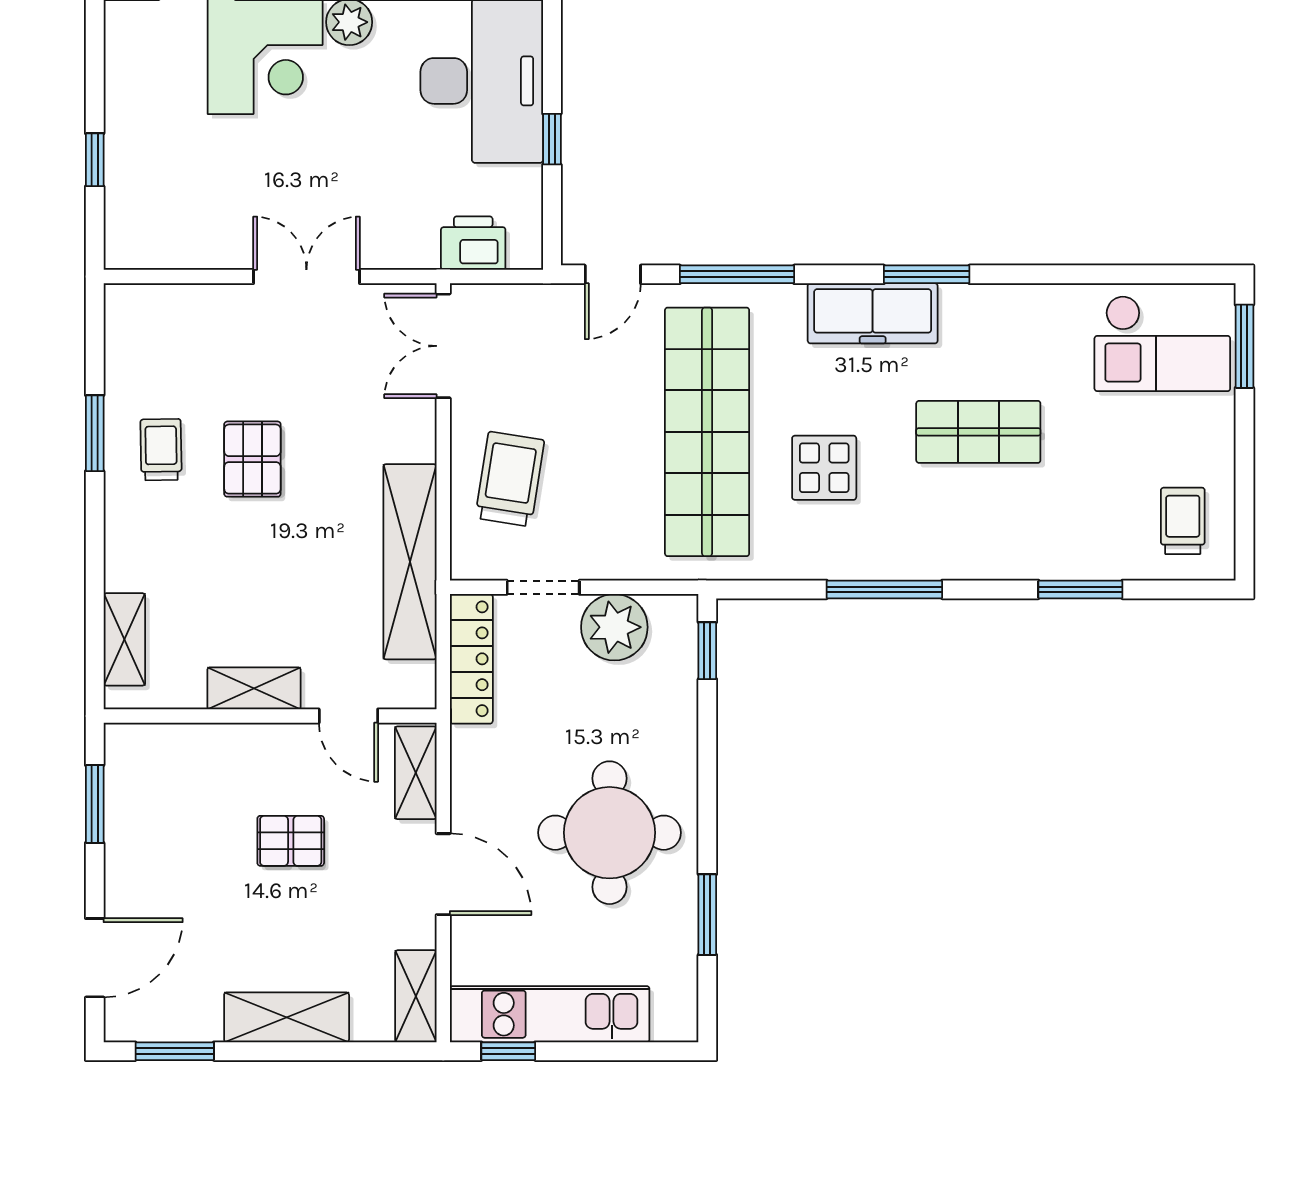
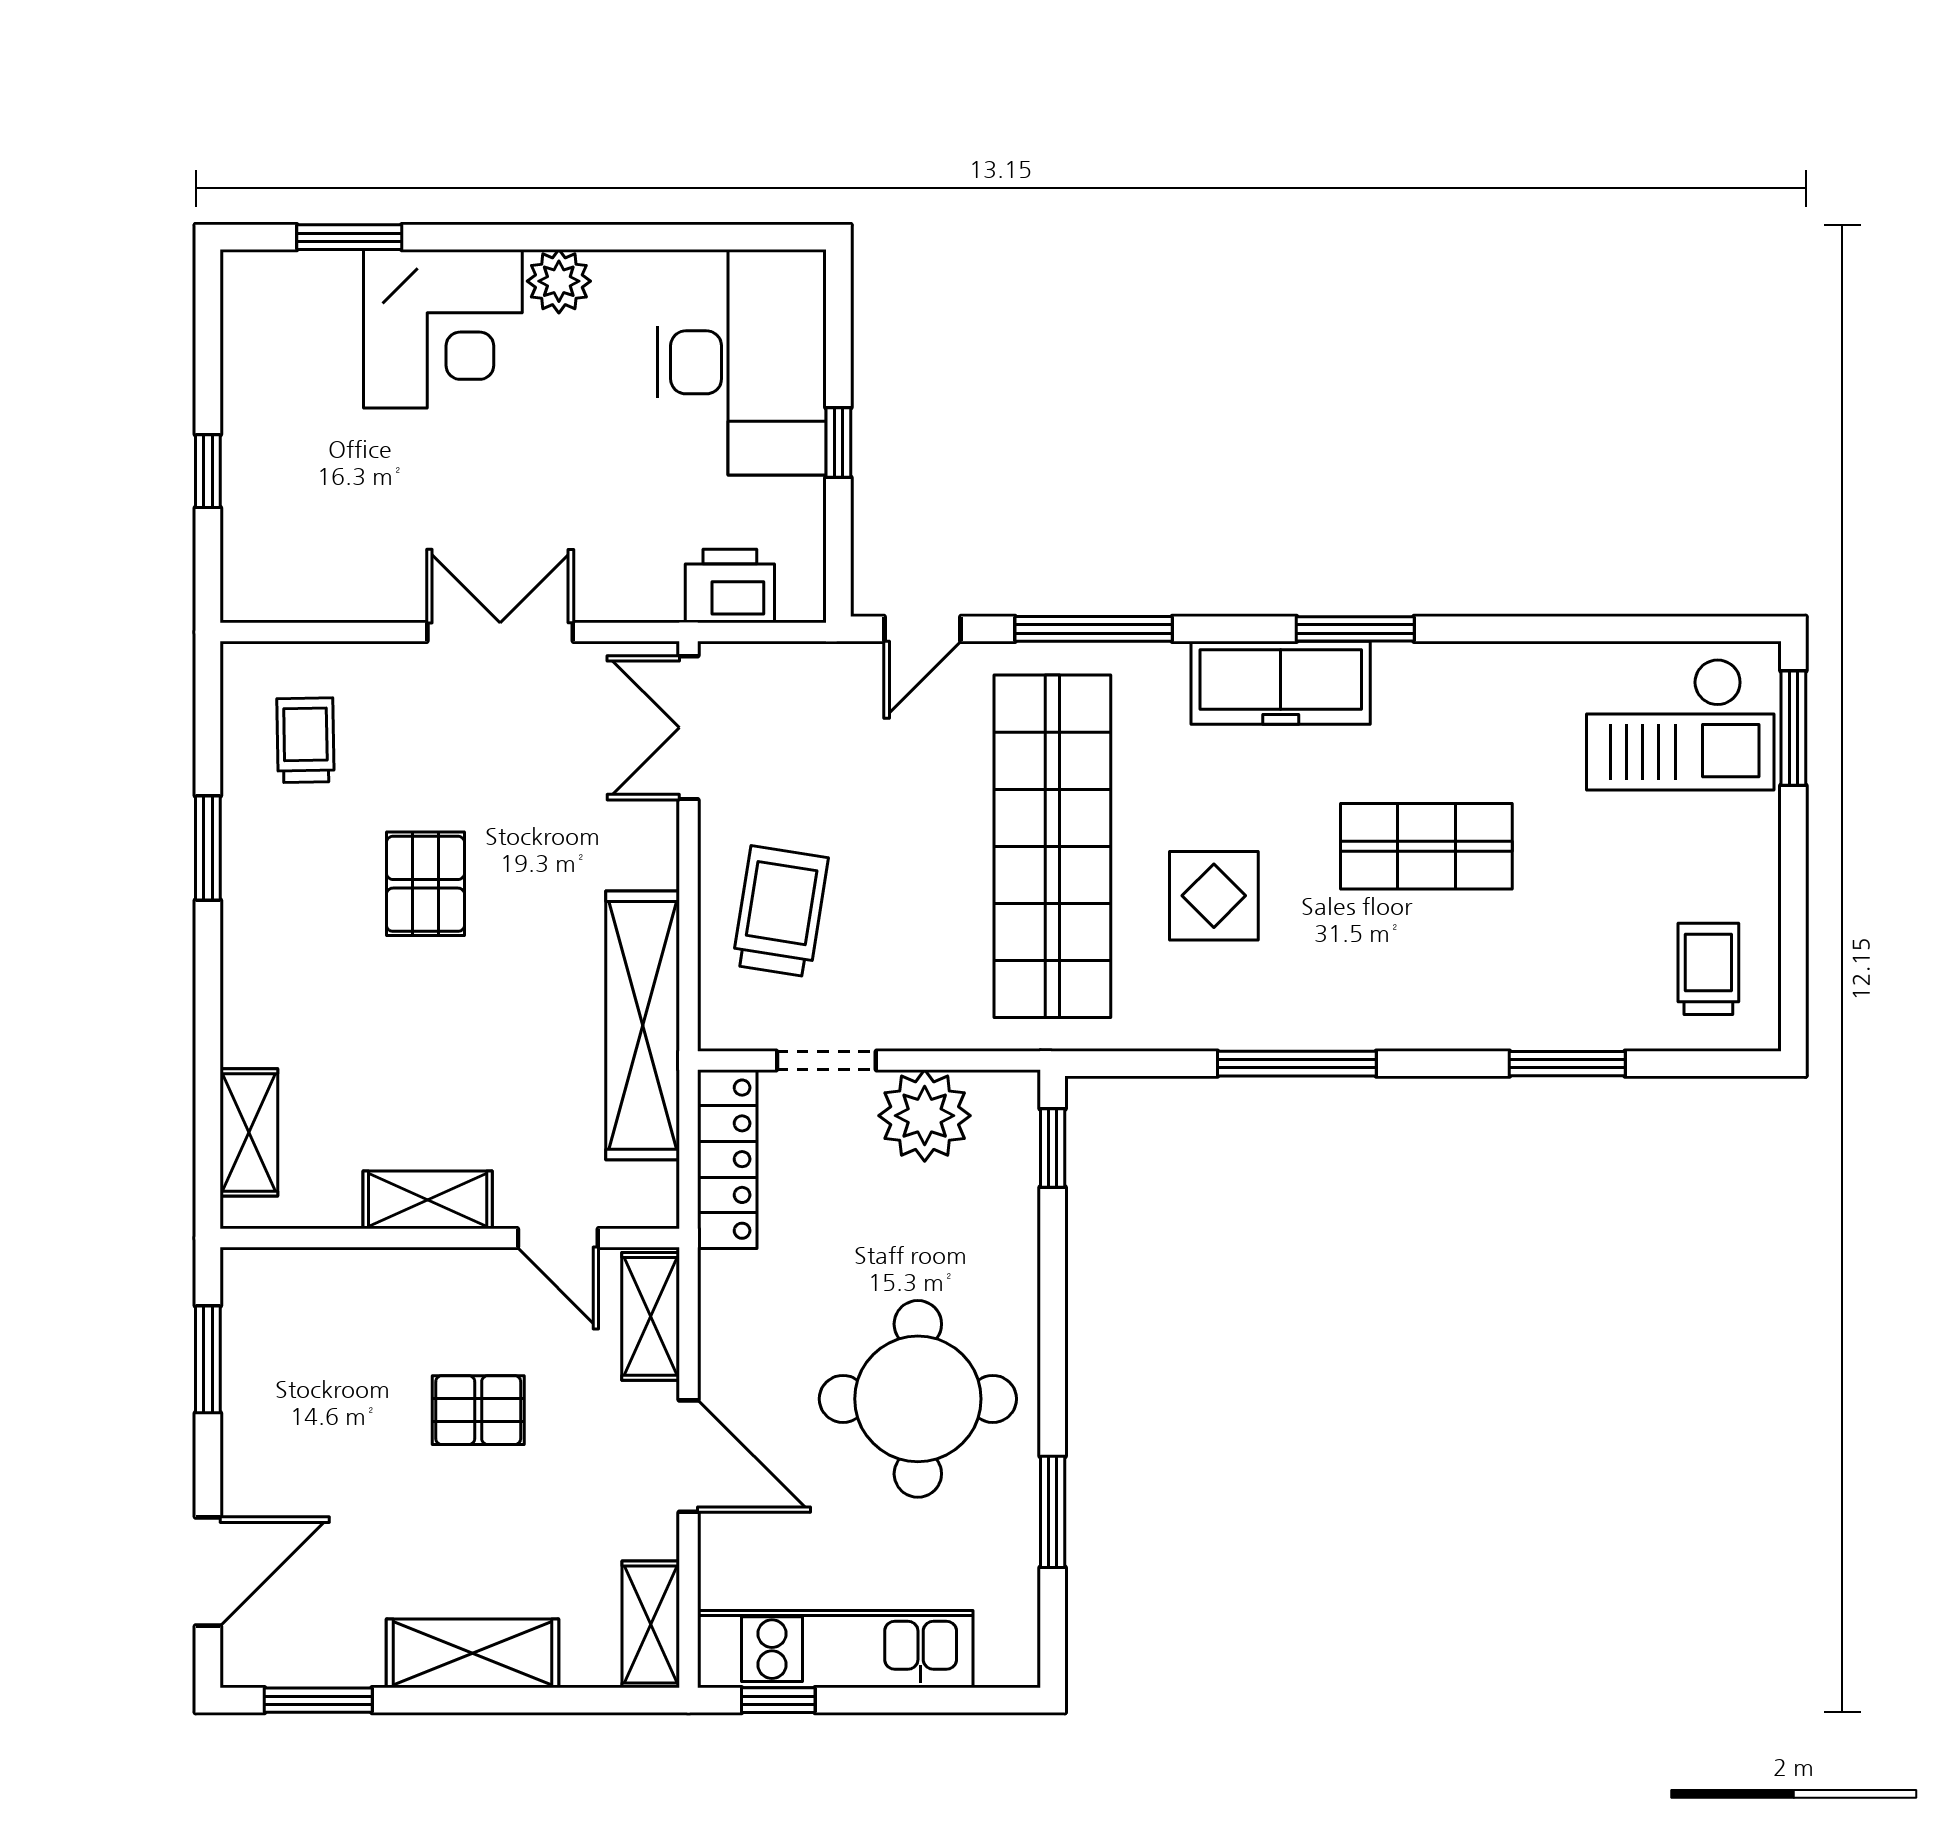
trolley: (161, 450) -> (306, 740), moved

